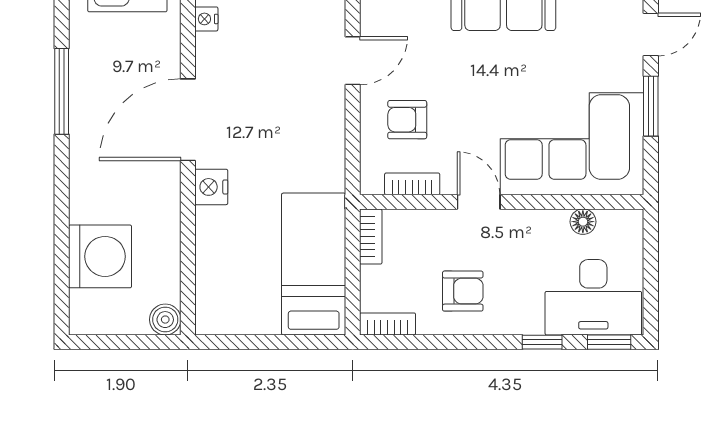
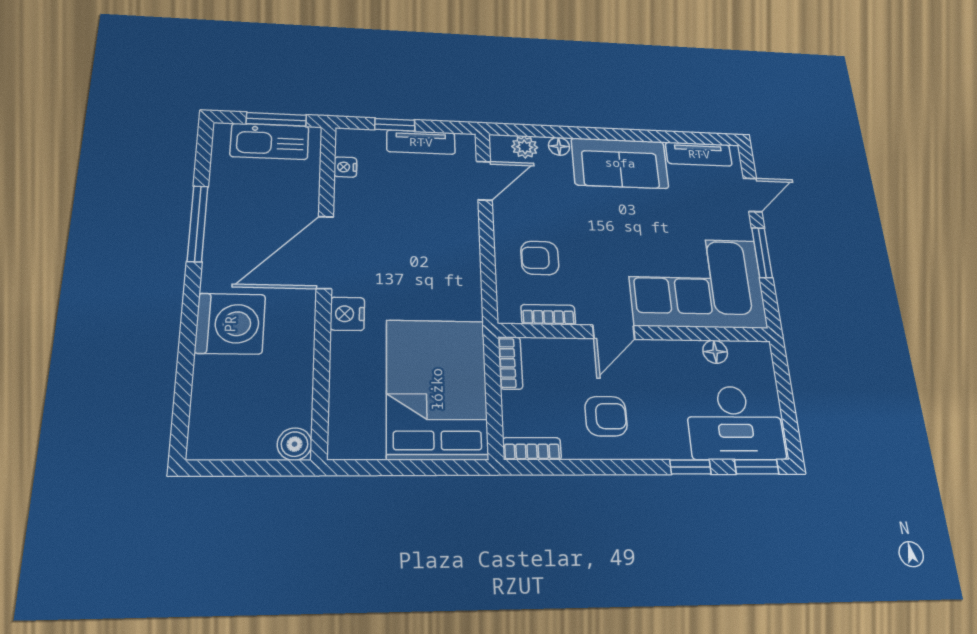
door: (353, 61) -> (484, 181), moved
door: (479, 202) -> (614, 332), swing flipped
washing machine: (100, 256) -> (230, 324), moved
bed: (314, 264) -> (437, 389), width x1.50

